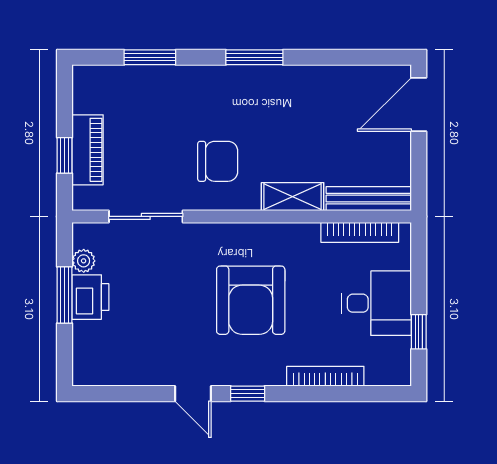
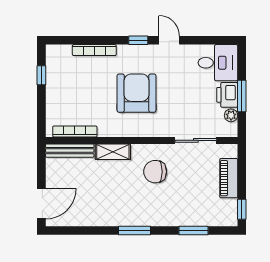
window: (65, 155) -> (242, 209), moved
desk: (377, 303) -> (218, 63), moved, turned 180

